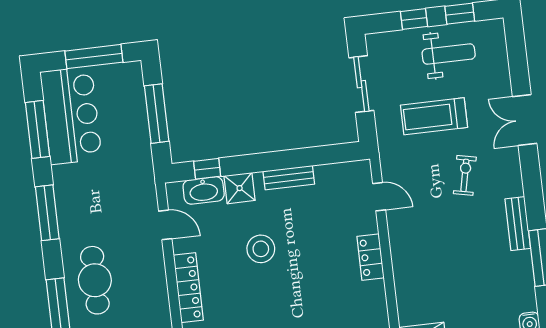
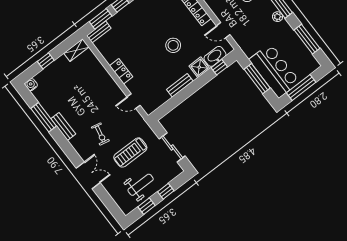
weight bench: (449, 54) -> (141, 185), turned 180
bar counter: (71, 115) -> (274, 71), moved, turned 180
treadmill: (434, 116) -> (130, 153), turned 180
plant: (64, 194) -> (278, 17), added

